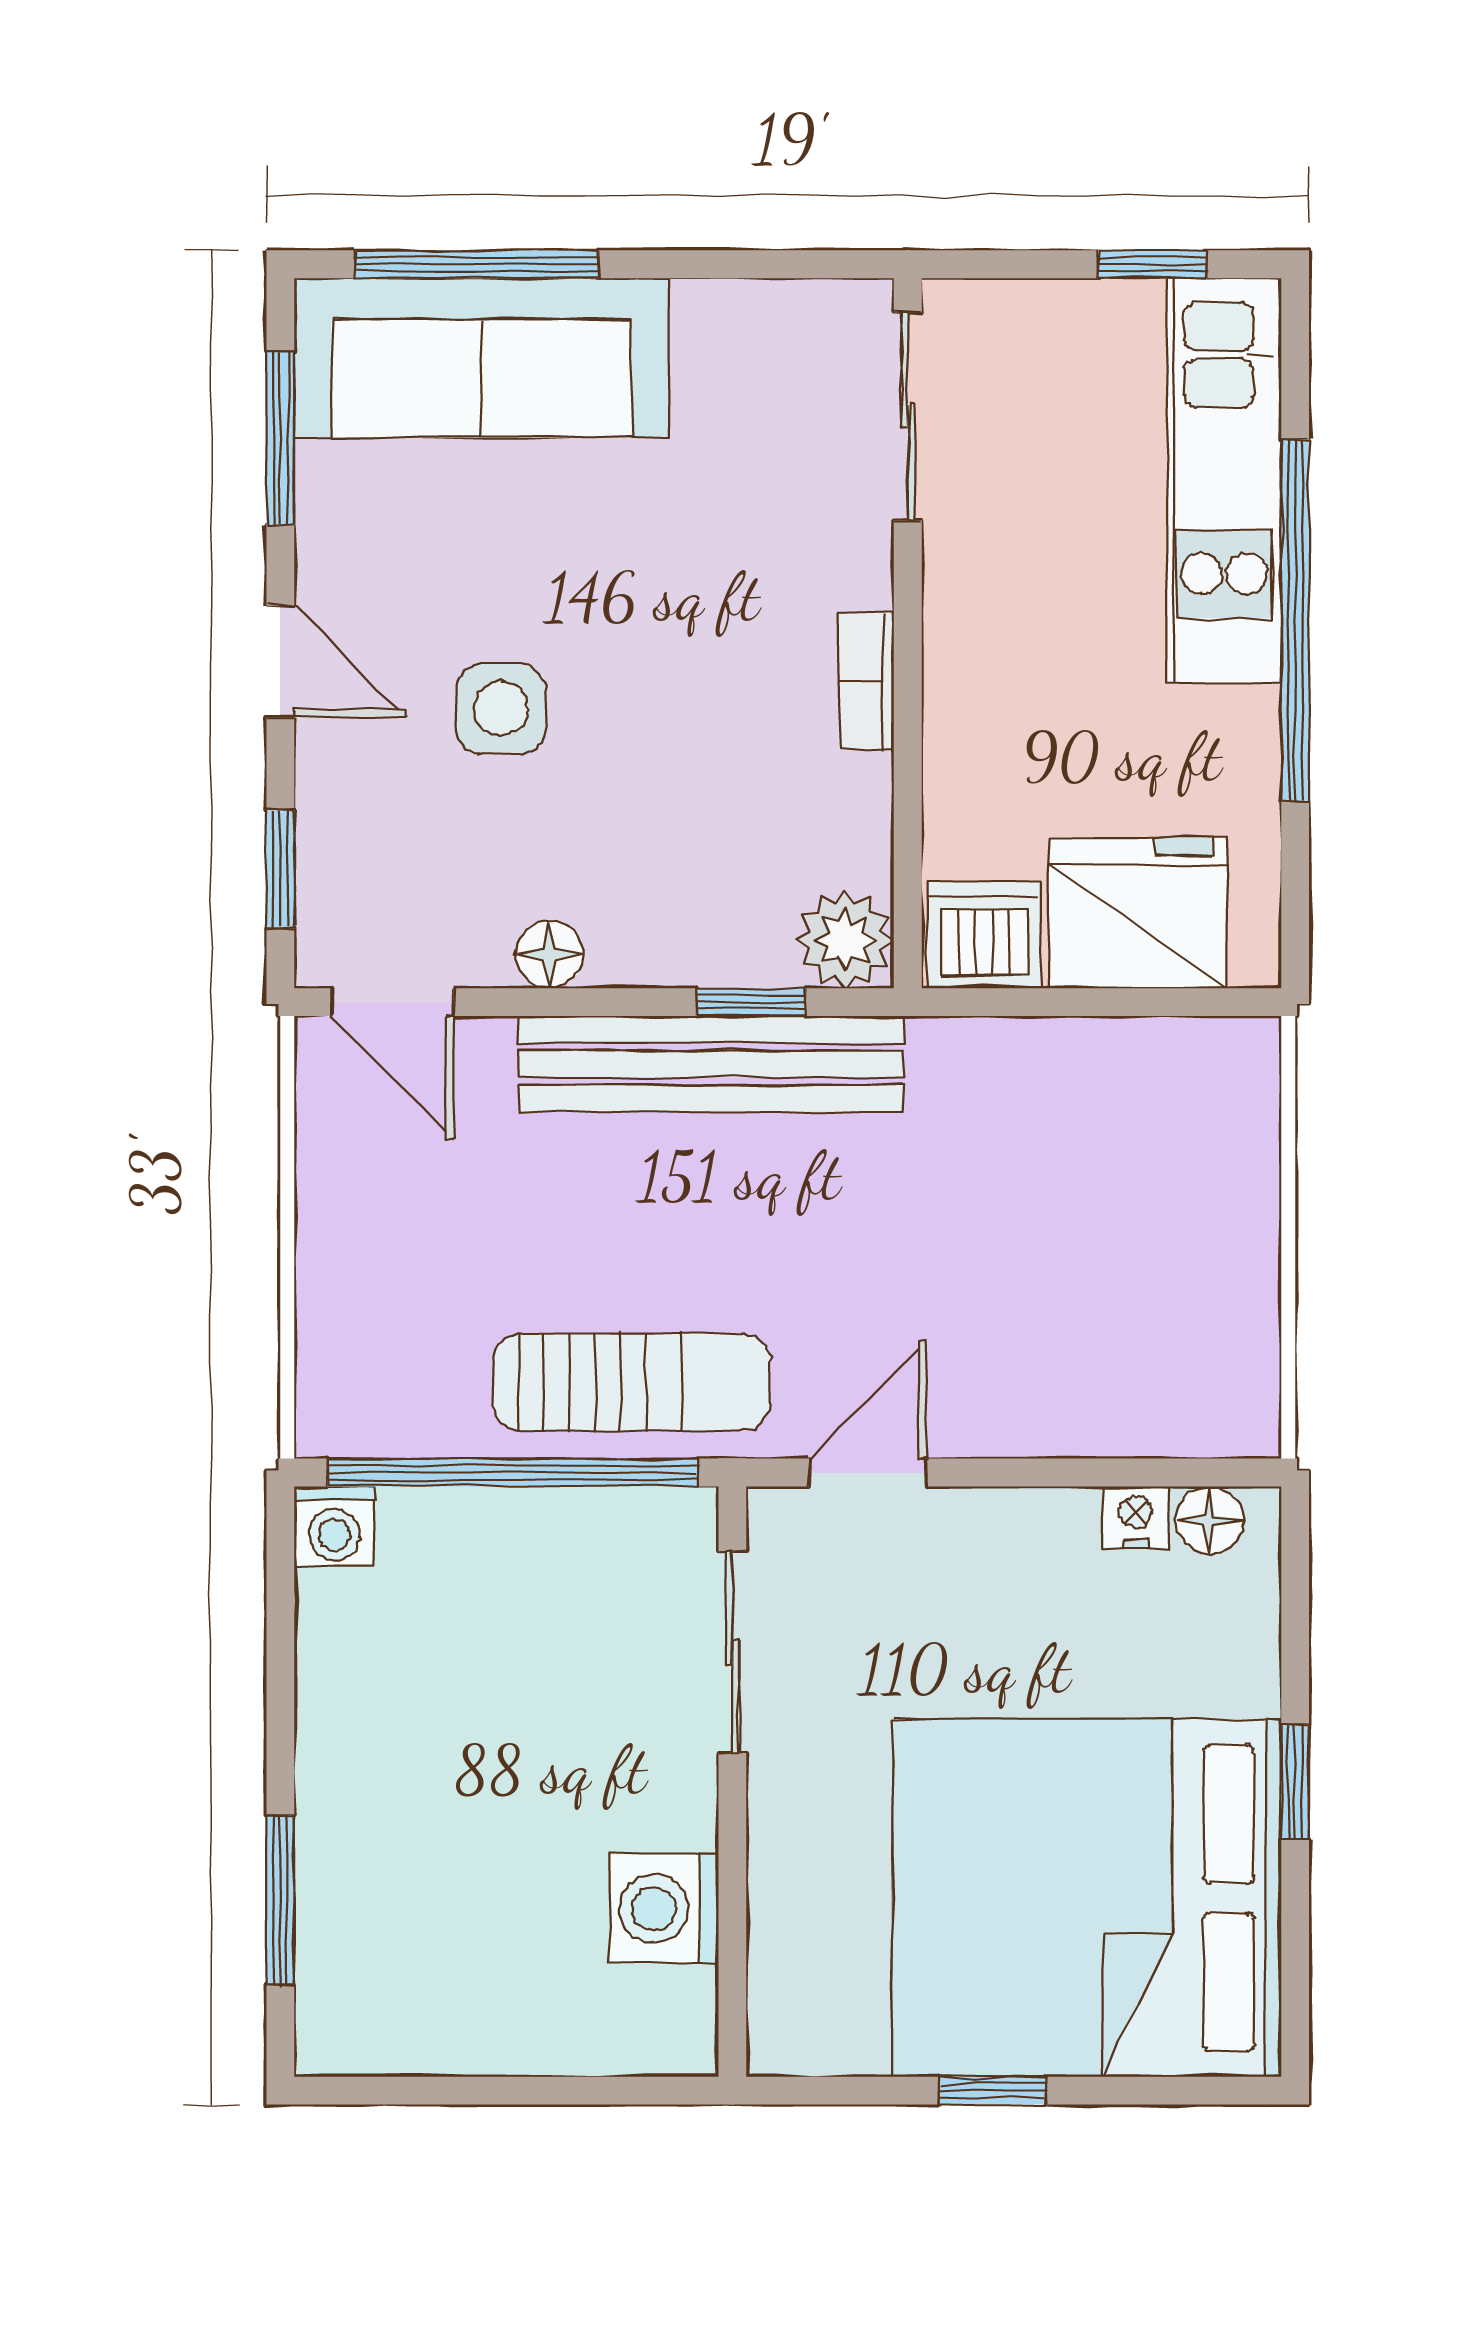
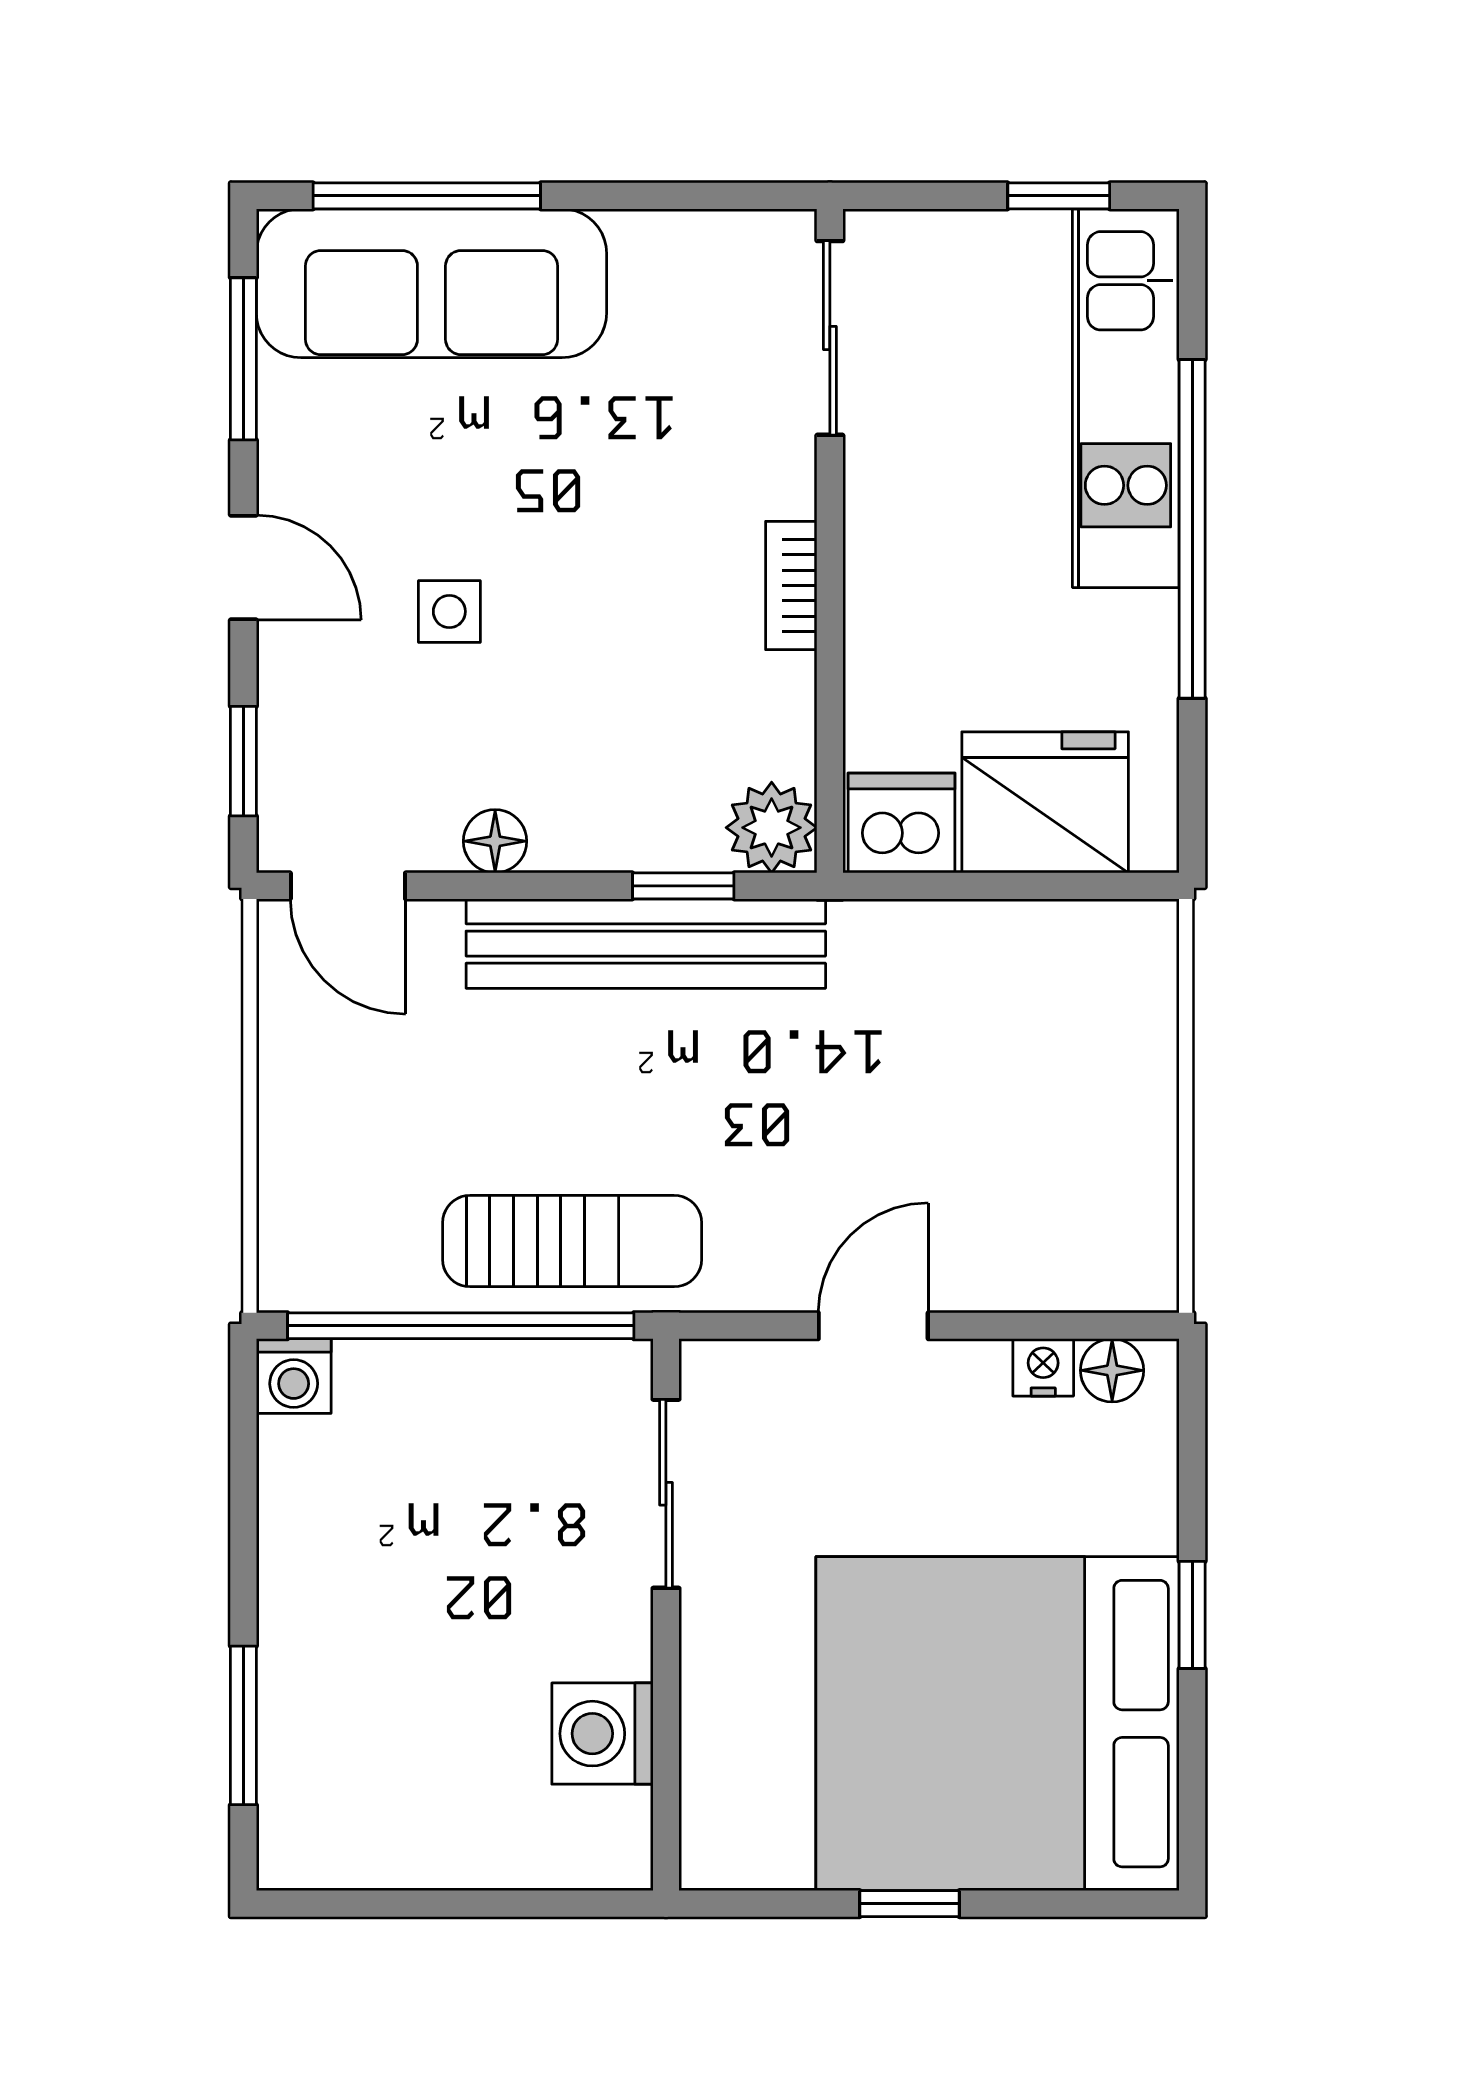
side table: (501, 709) -> (449, 611), width x0.73, depth x0.73
door: (868, 1473) -> (873, 1326), moved

